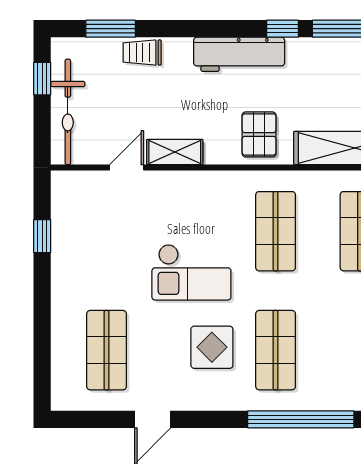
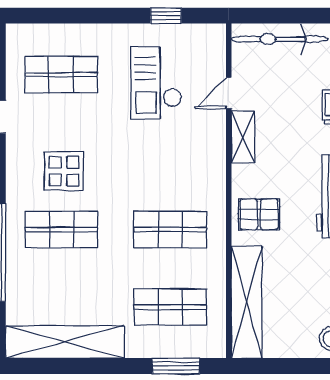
window: (42, 79) -> (310, 16), removed
door: (127, 167) -> (229, 93), swing flipped
checkout: (191, 272) -> (156, 83), moved

